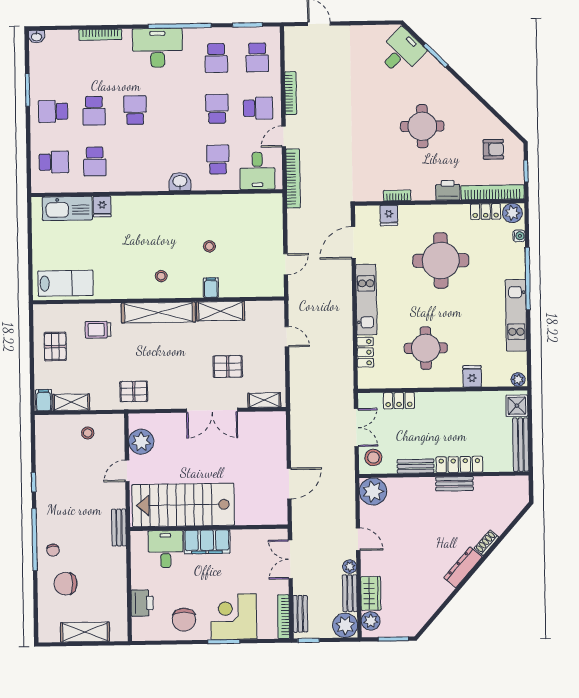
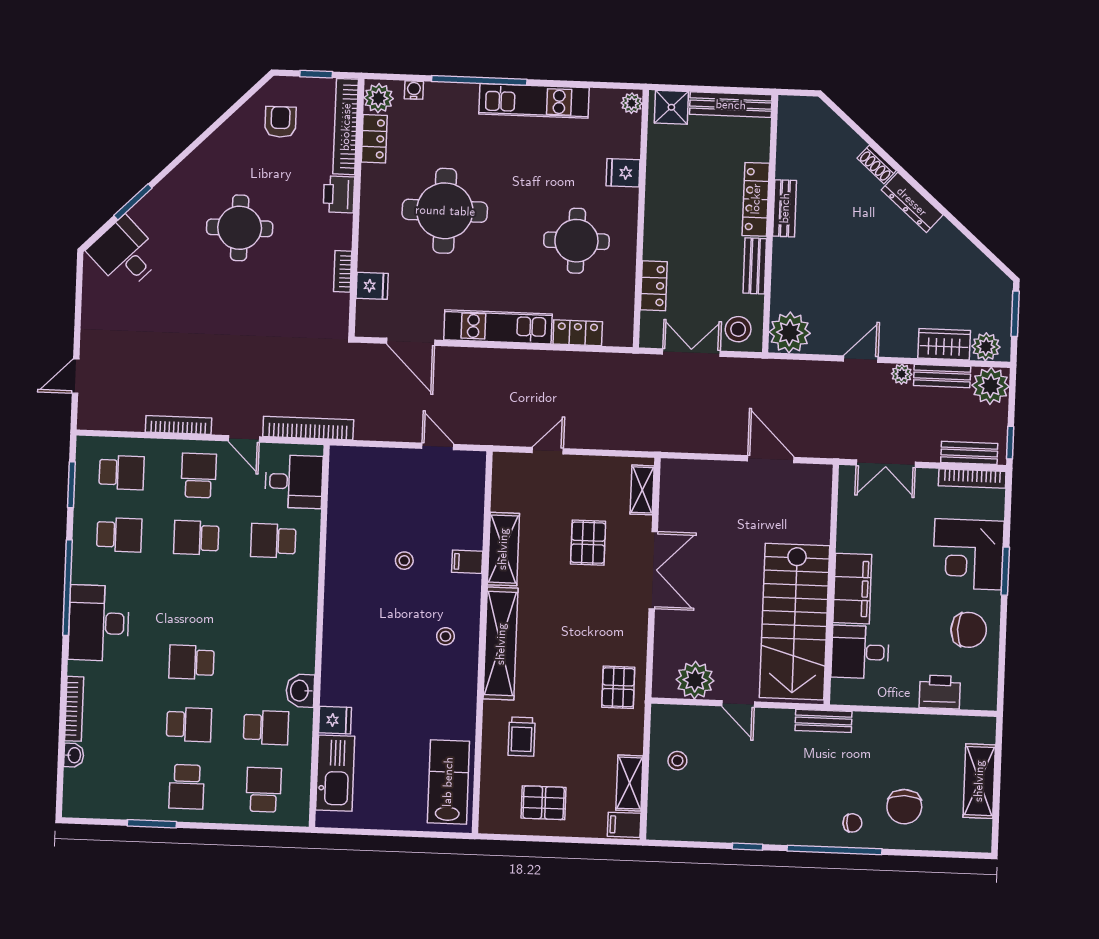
washbasin: (37, 37) -> (74, 755), moved
washbasin: (180, 182) -> (300, 691), moved

